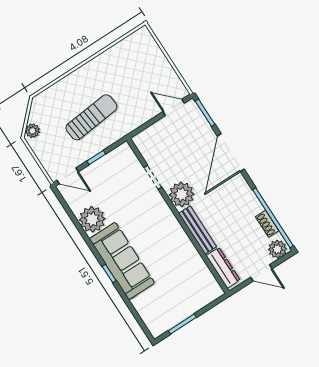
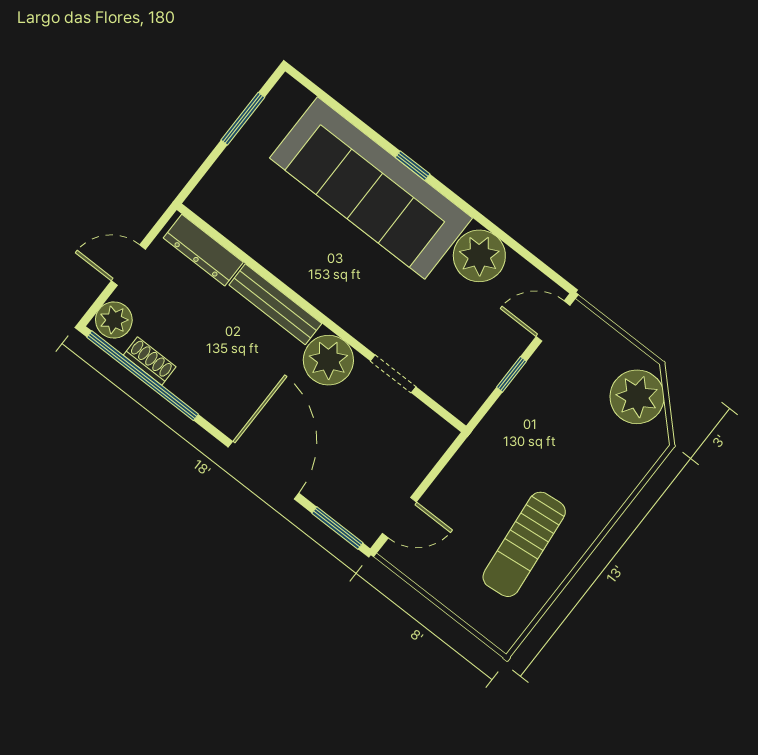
sun lounger: (91, 117) -> (524, 544), moved
plant: (32, 131) -> (637, 397), width x1.87, depth x1.87
sofa: (122, 261) -> (371, 188), width x1.36, depth x1.27

